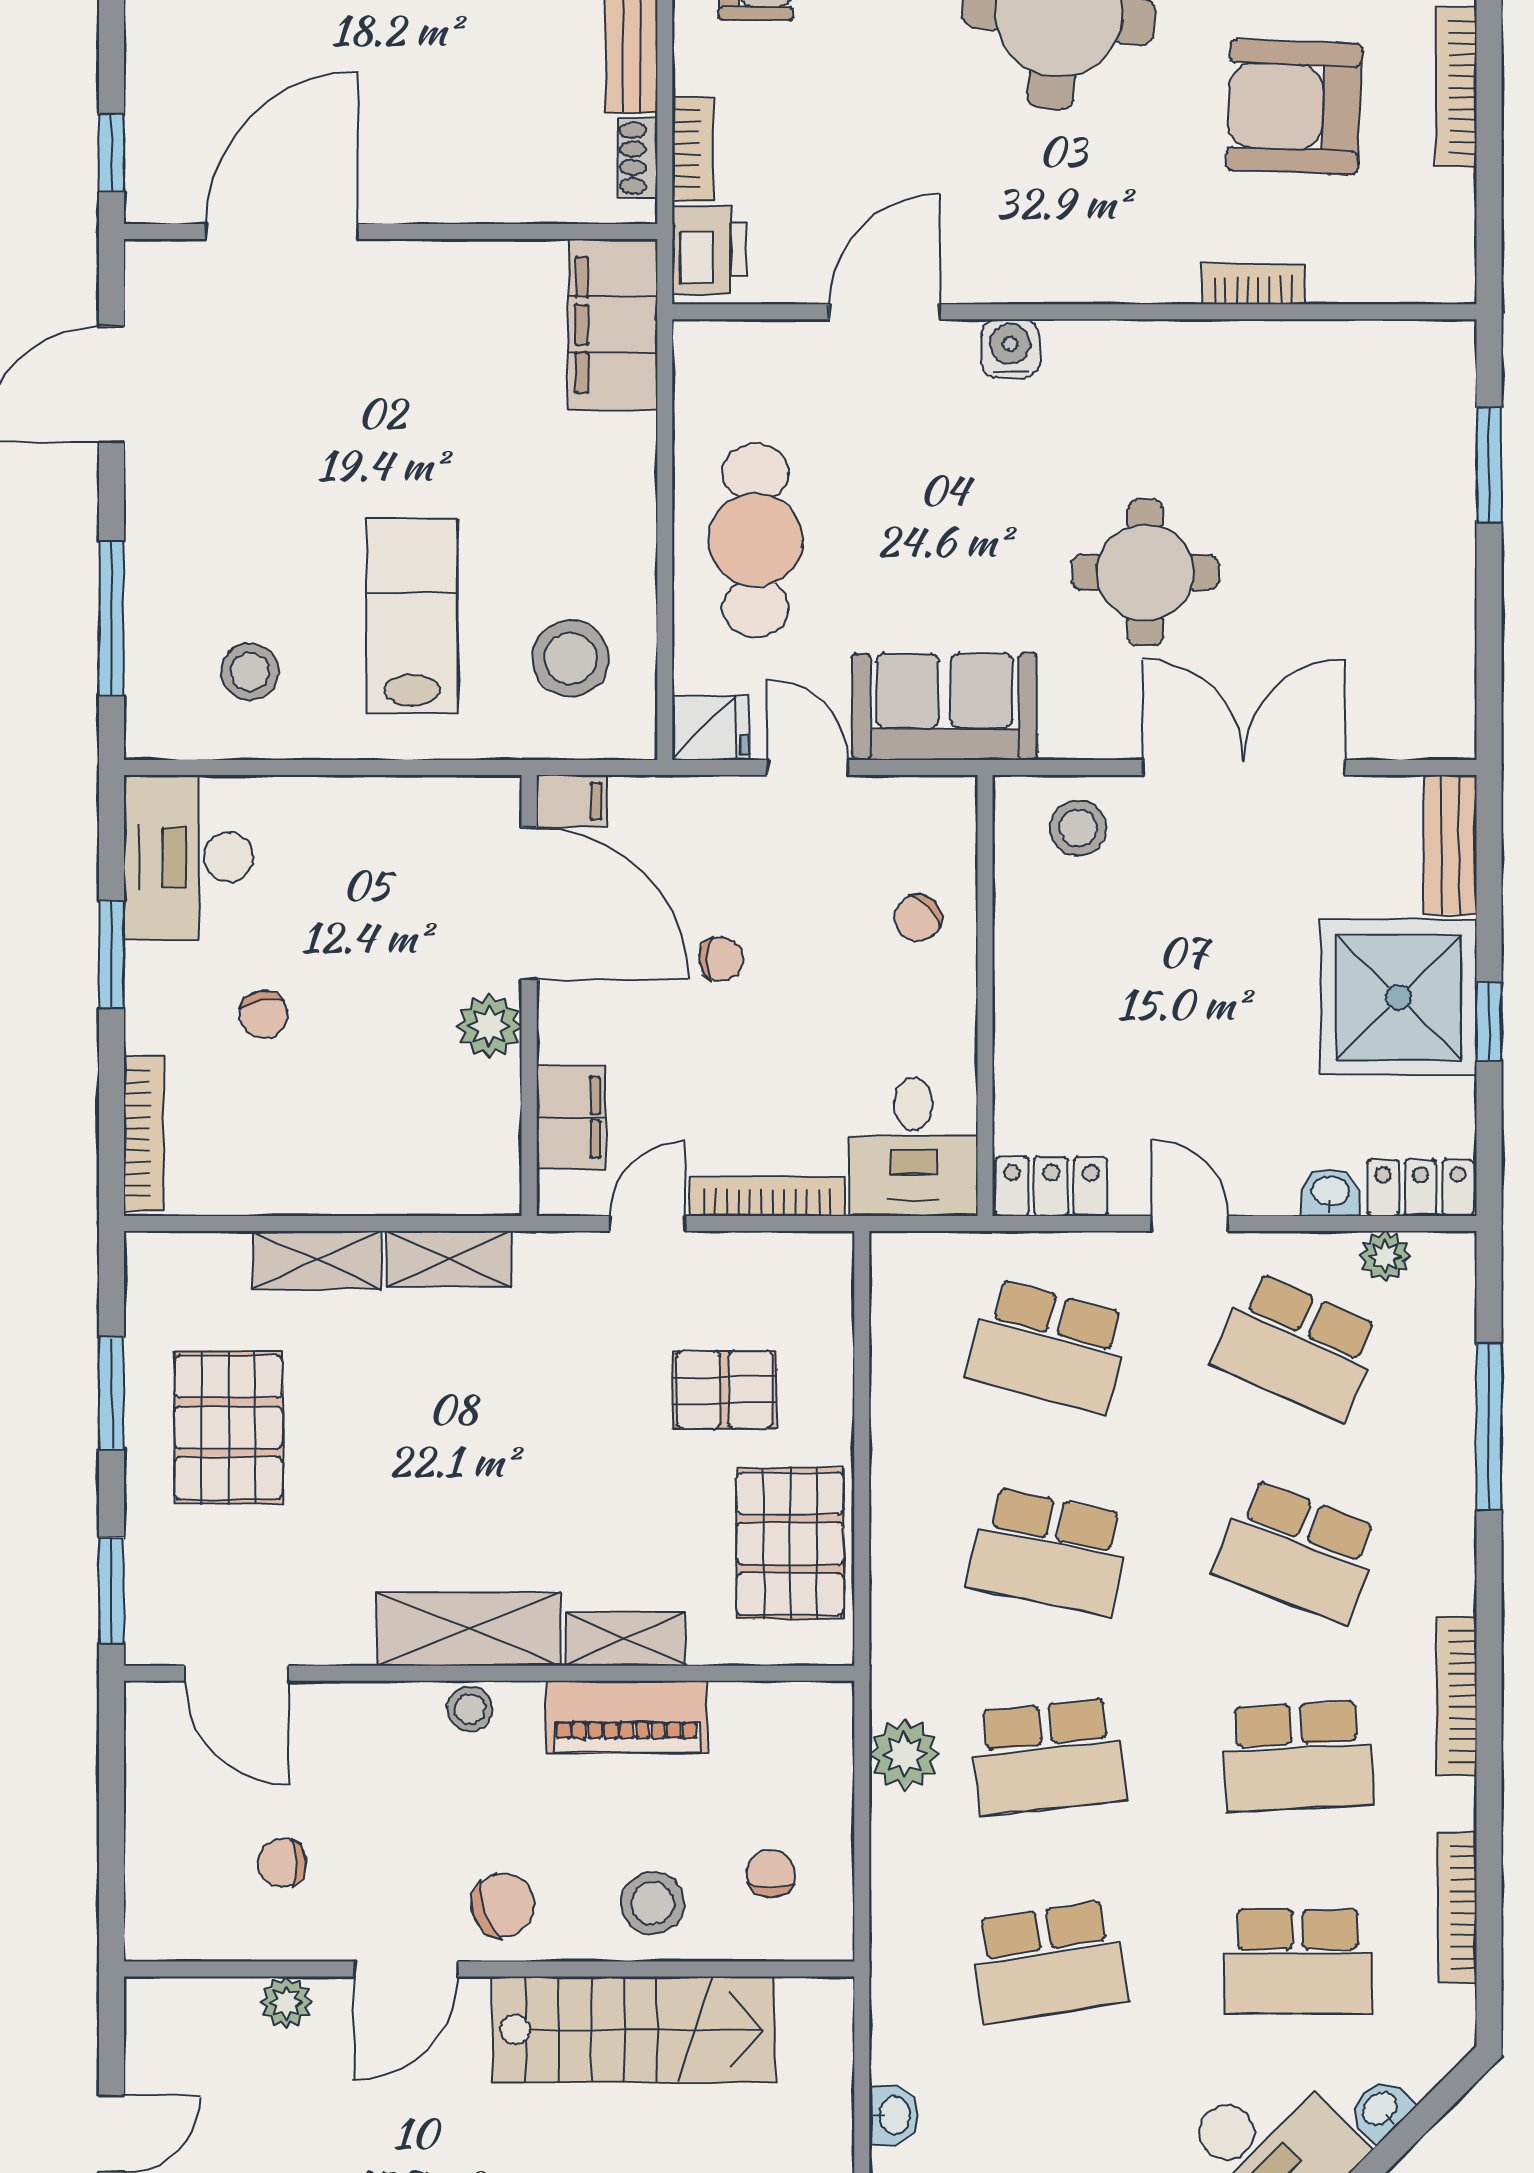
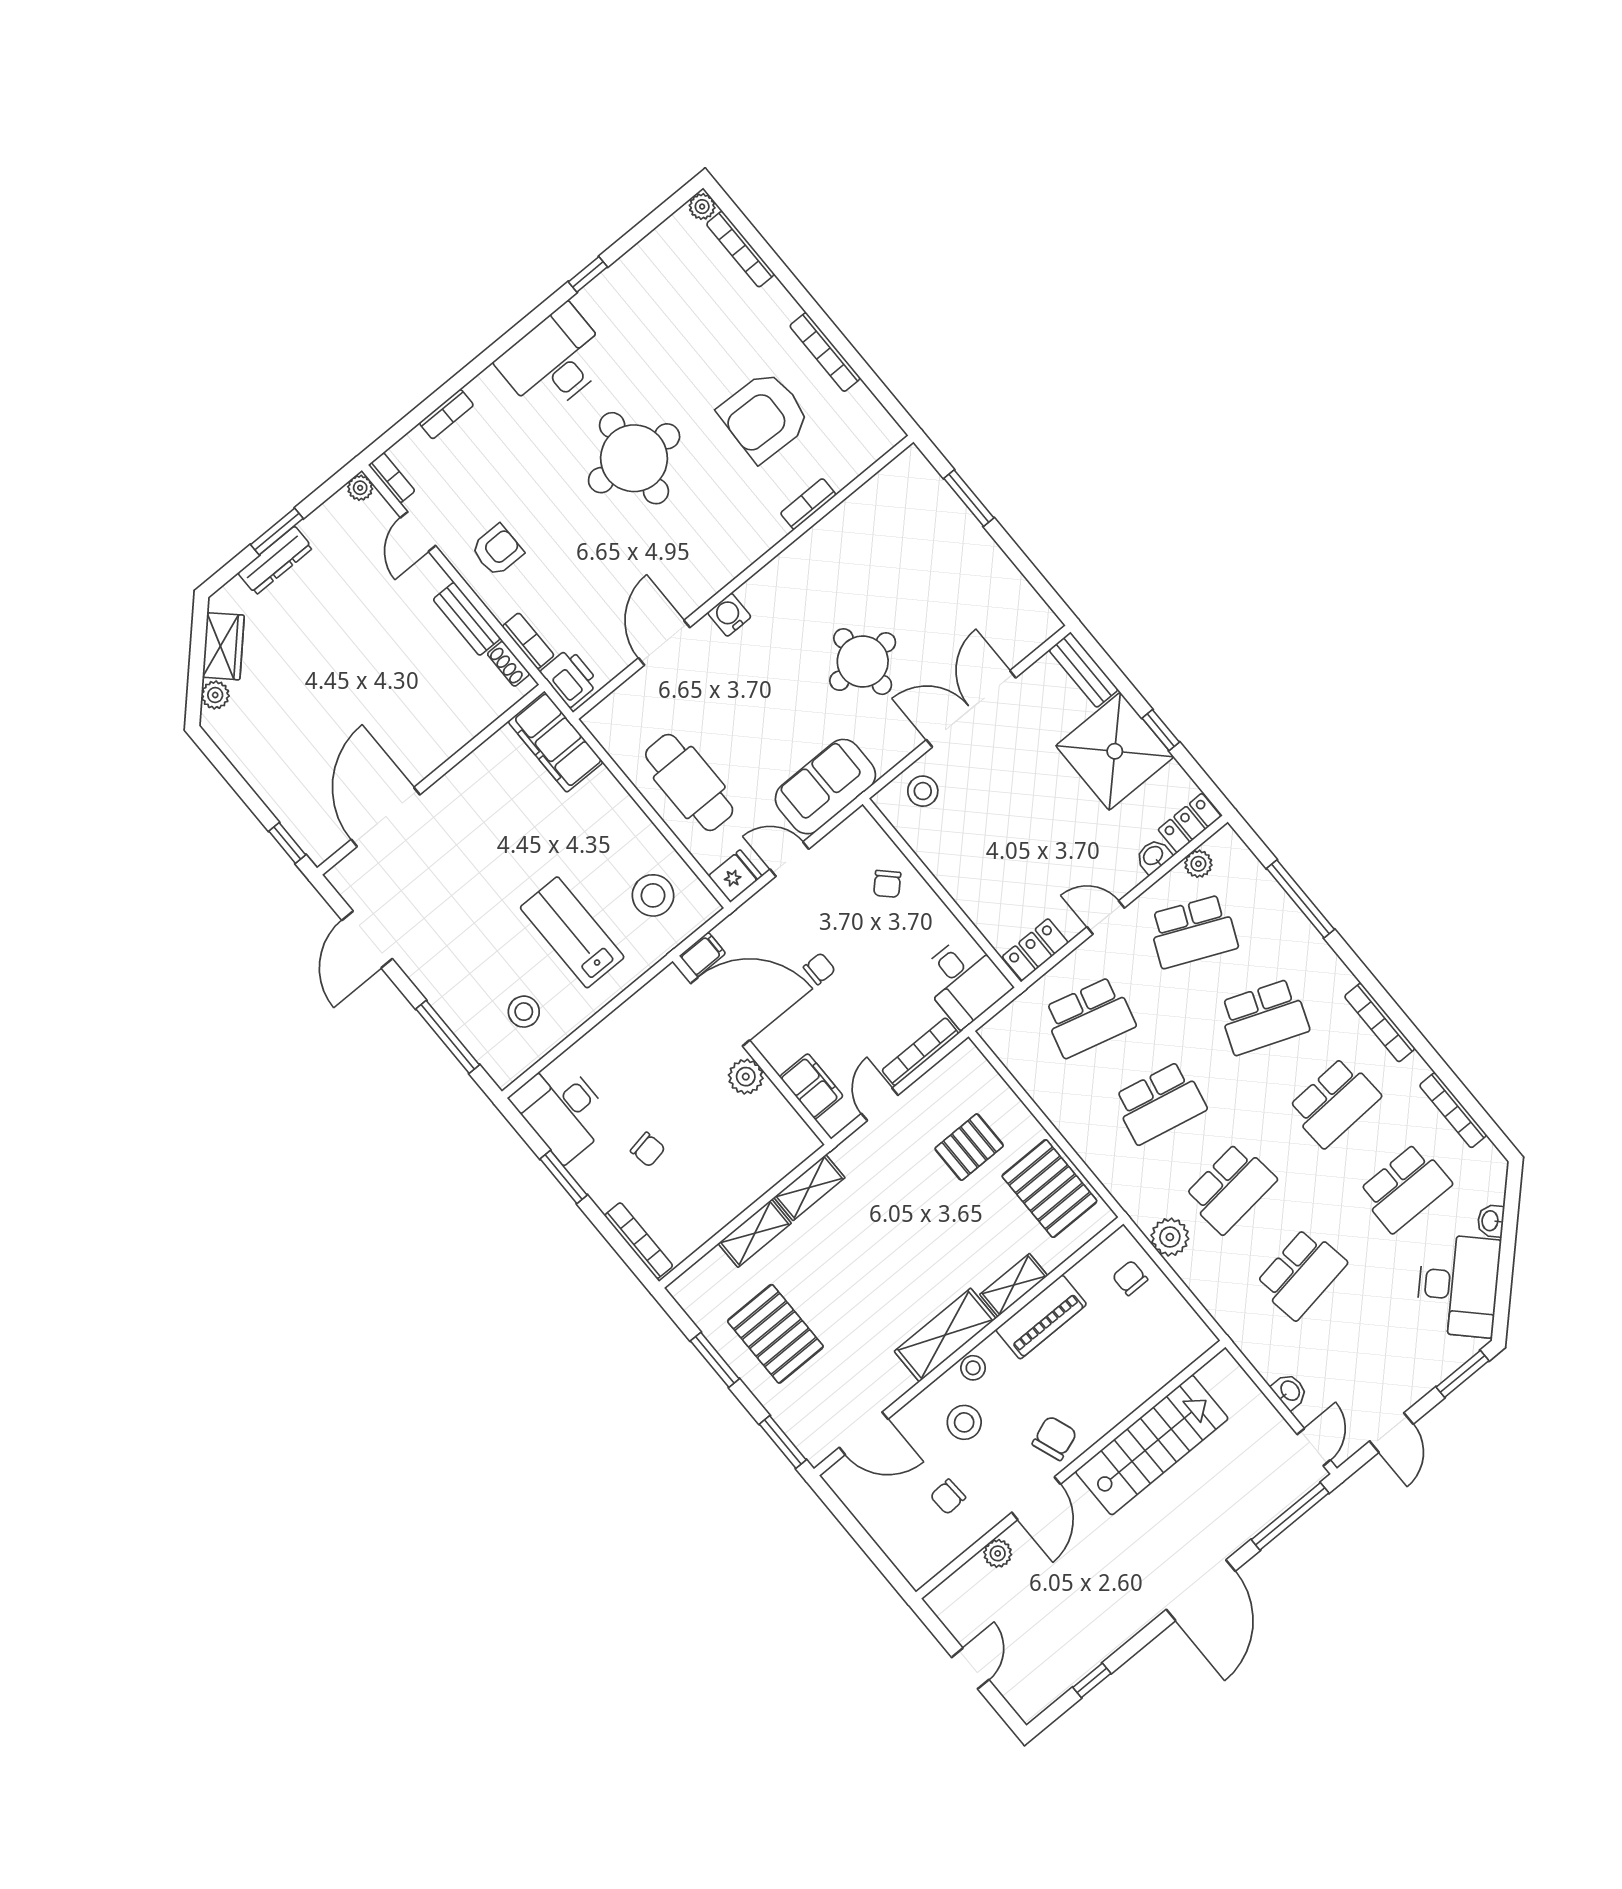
chair: (771, 1873) -> (1130, 1278), moved
stool: (653, 1903) -> (964, 1422), moved

